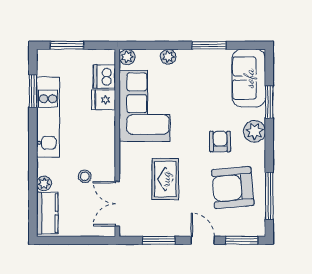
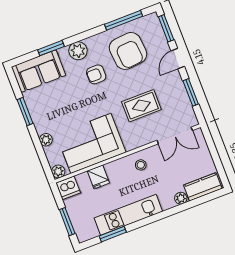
dishwasher: (104, 77) -> (68, 188), moved
stool: (85, 176) -> (141, 165), moved

